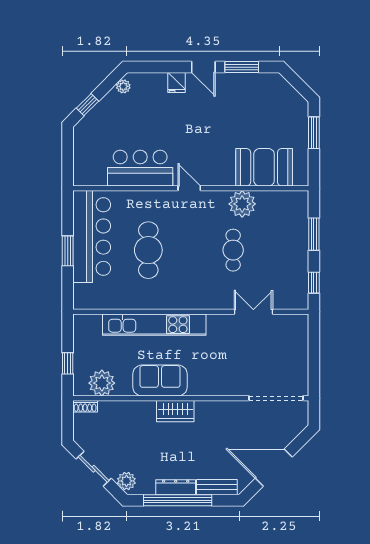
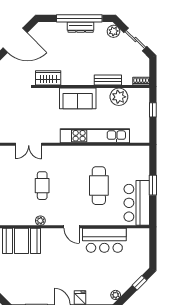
plant: (242, 204) -> (40, 221), width x0.53, depth x0.53
bar counter: (92, 237) -> (137, 203), width x0.73
sofa: (160, 380) -> (78, 98), moved
plant: (102, 383) -> (119, 97), moved
wardrobe: (175, 411) -> (48, 78), moved
bench: (217, 487) -> (108, 80), moved

